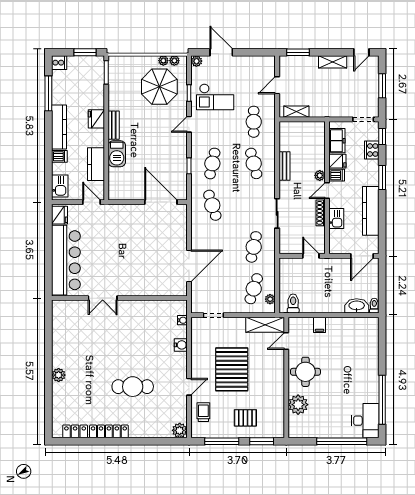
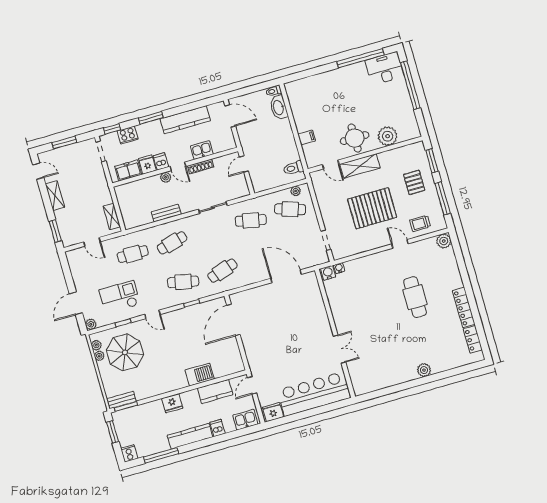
checkout: (215, 97) -> (120, 297), turned -90
bench: (114, 125) -> (121, 400), moved
shelving: (265, 325) -> (360, 166), moved, turned 90
water cooler: (181, 345) -> (328, 273), moved

